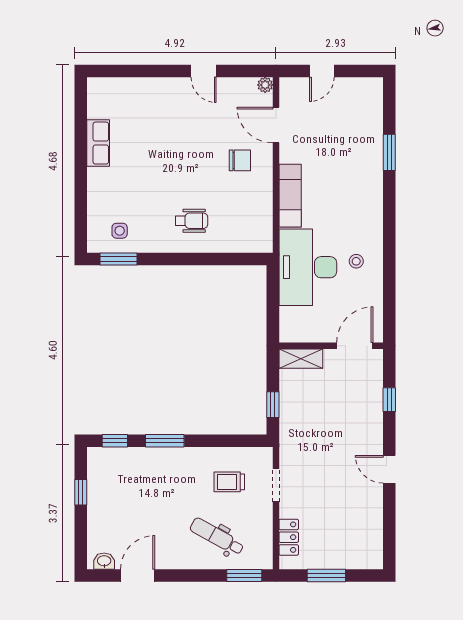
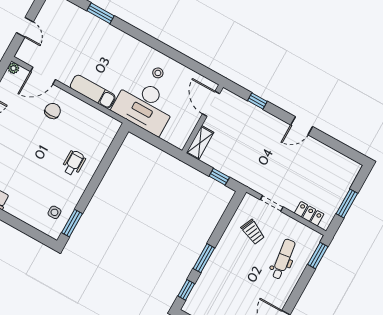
trolley: (229, 482) -> (253, 232), turned -66
dental chair: (217, 537) -> (283, 259), turned 143

